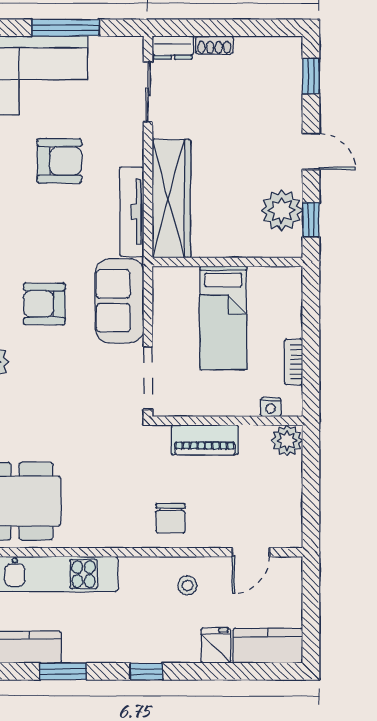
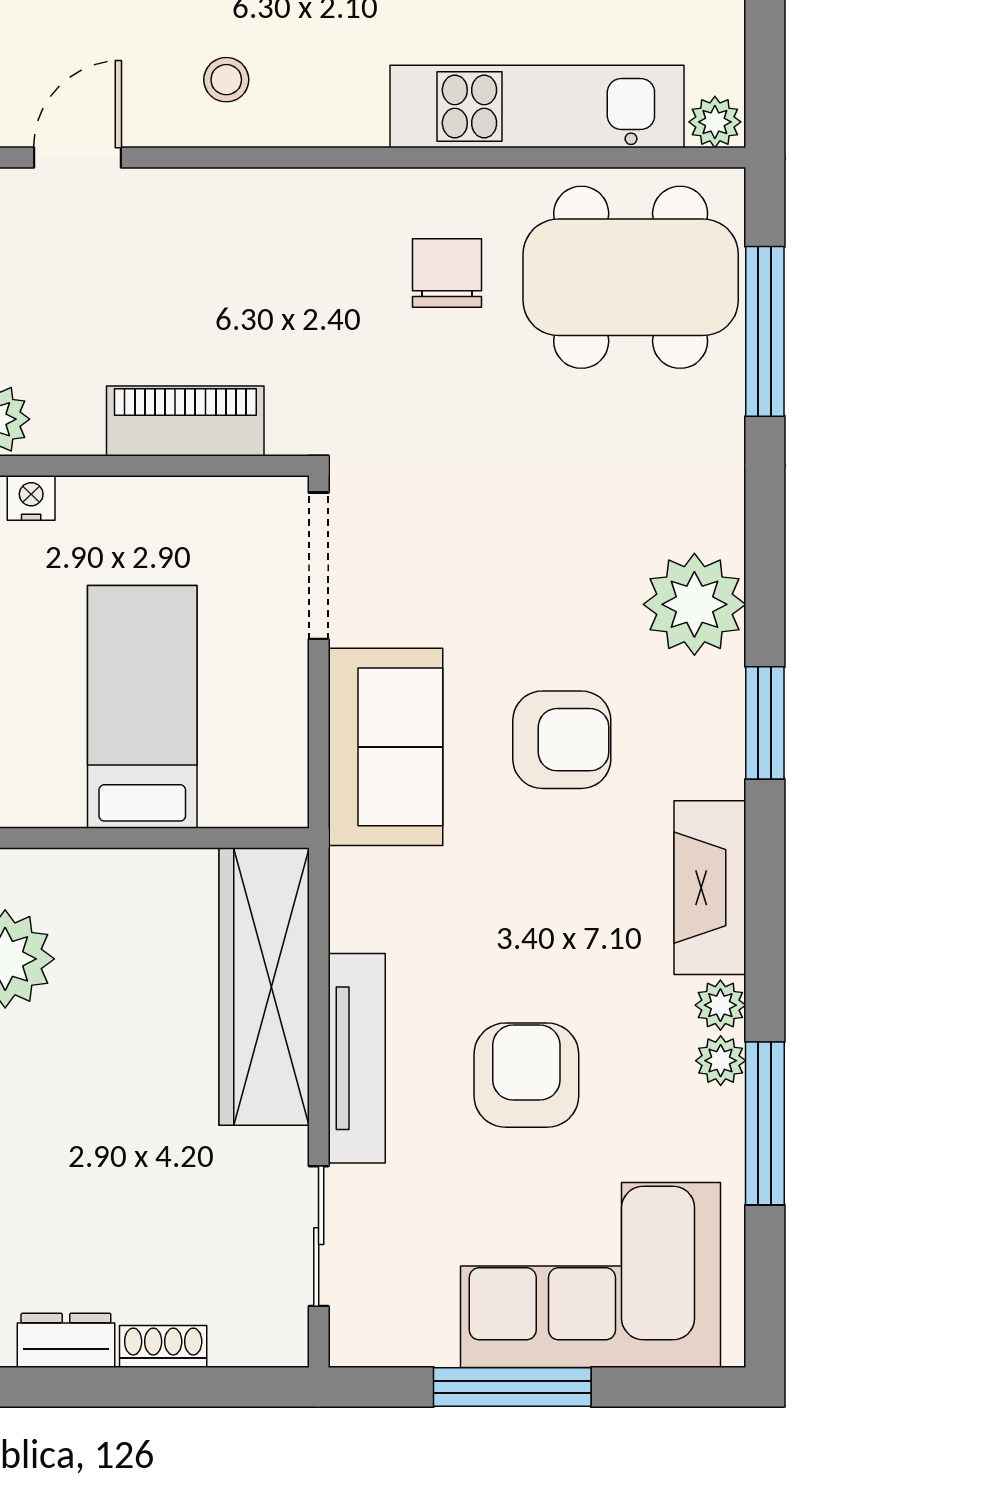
dresser: (173, 48) -> (66, 1340), moved
armchair: (59, 161) -> (526, 1075), turned 90
tv unit: (132, 212) -> (357, 1058), moved
chair: (171, 518) -> (447, 273), moved

